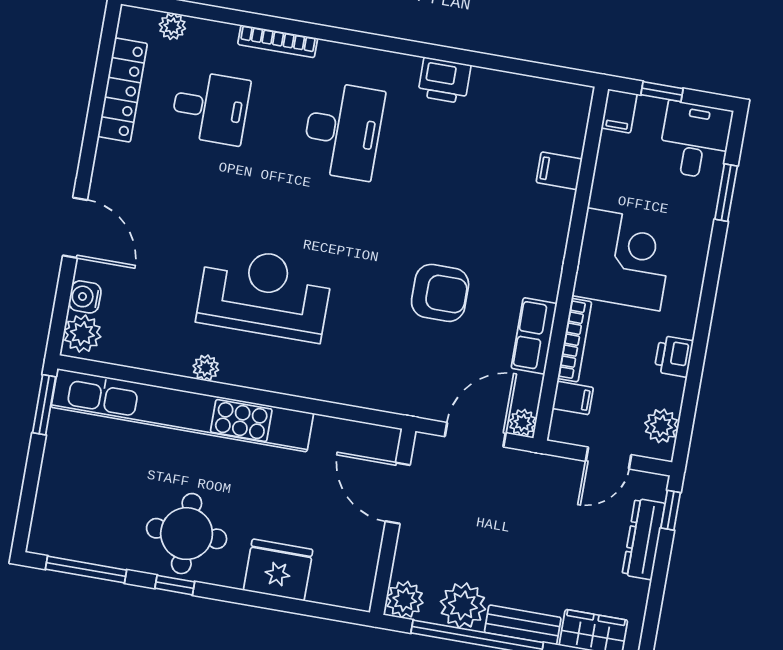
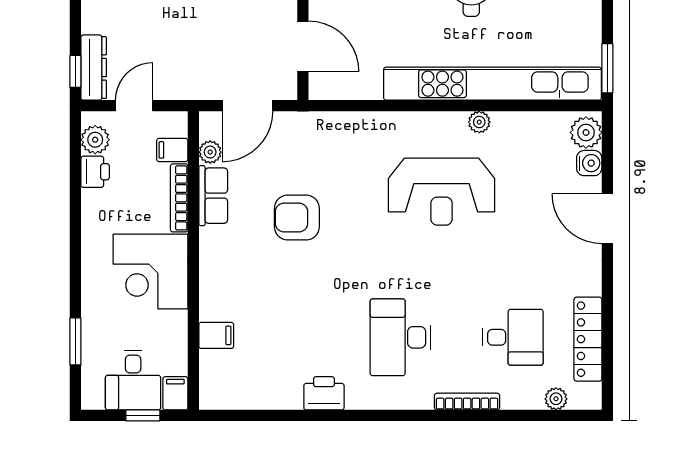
desk: (210, 108) -> (513, 337), turned 180
desk: (695, 140) -> (133, 380), moved
printer: (674, 356) -> (95, 172), moved
plant: (523, 423) -> (210, 152), moved
dresser: (644, 539) -> (94, 68), moved

